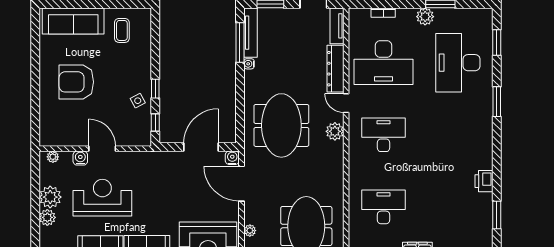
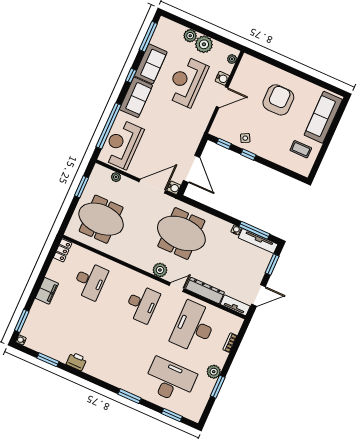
reception desk: (102, 198) -> (187, 82), turned 180

